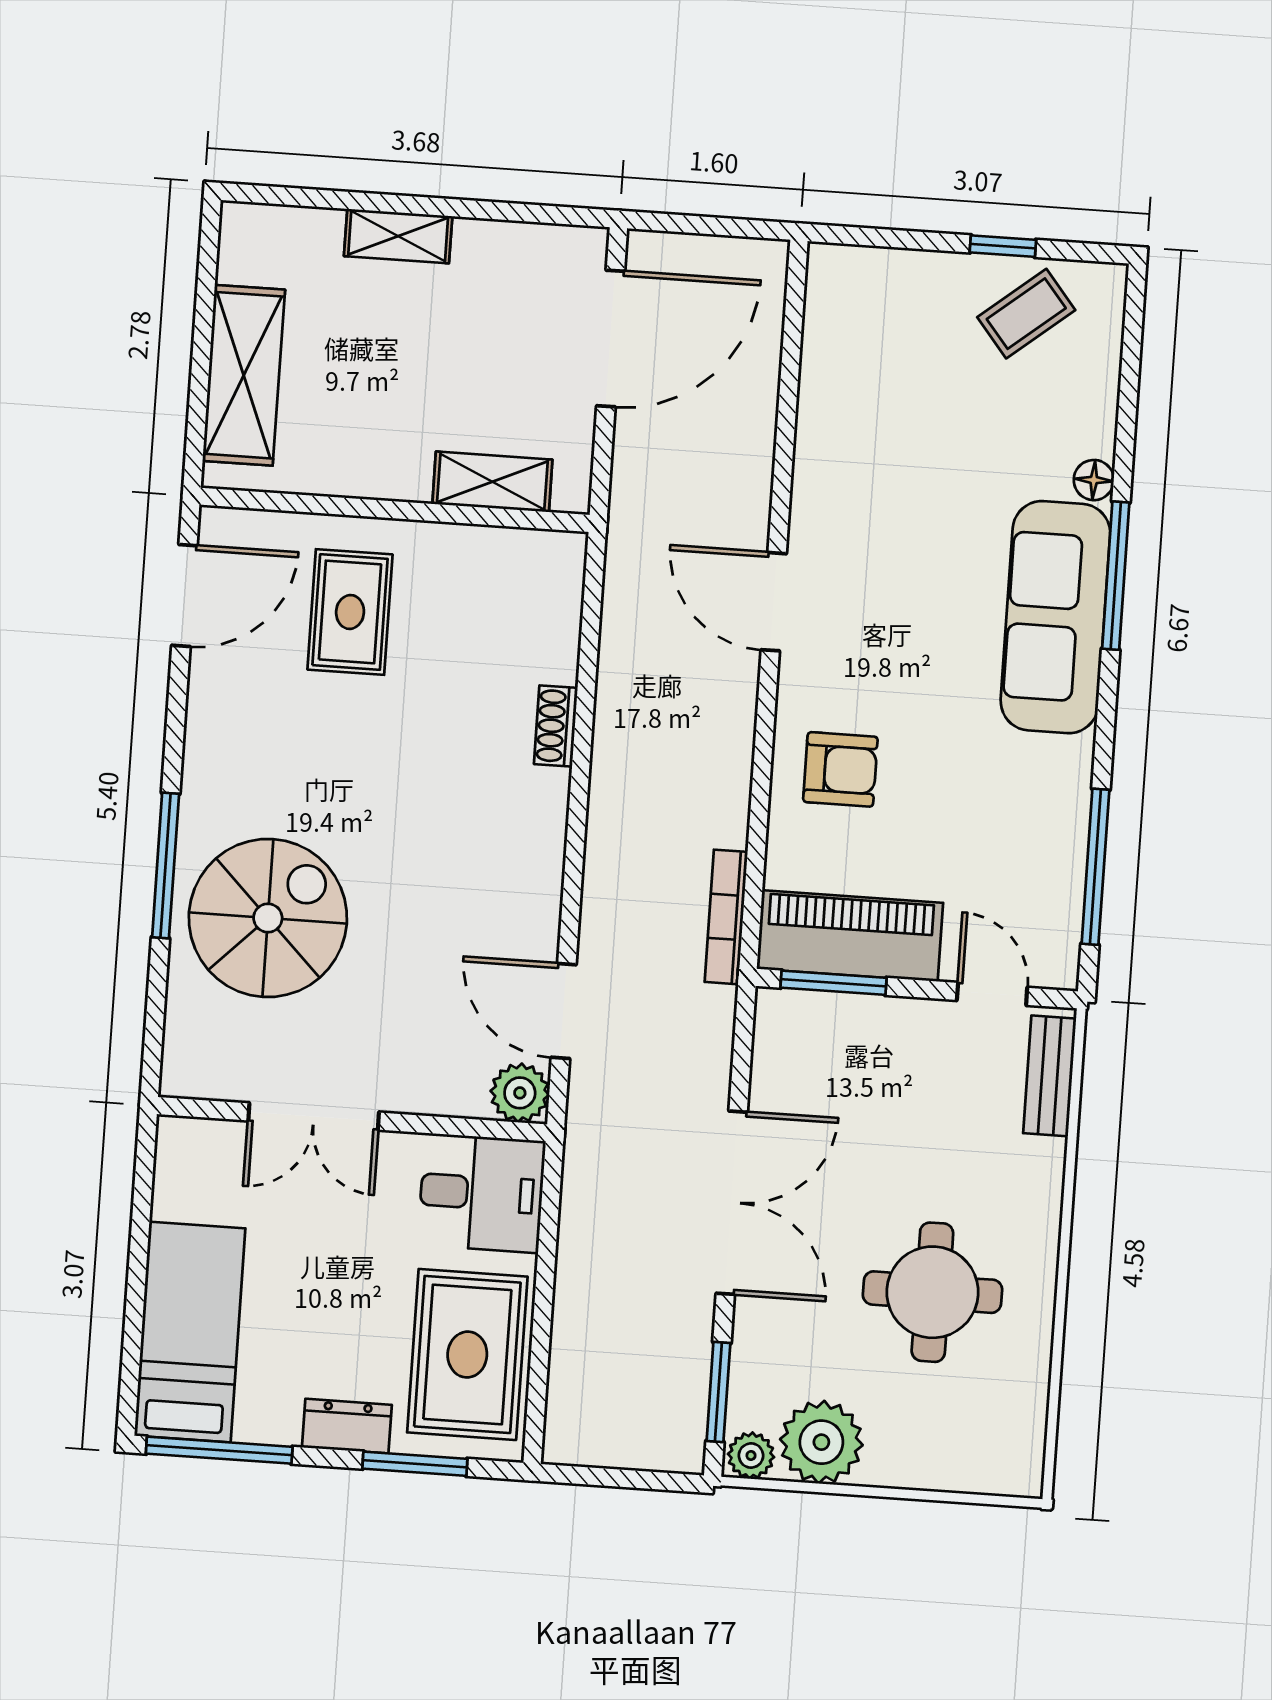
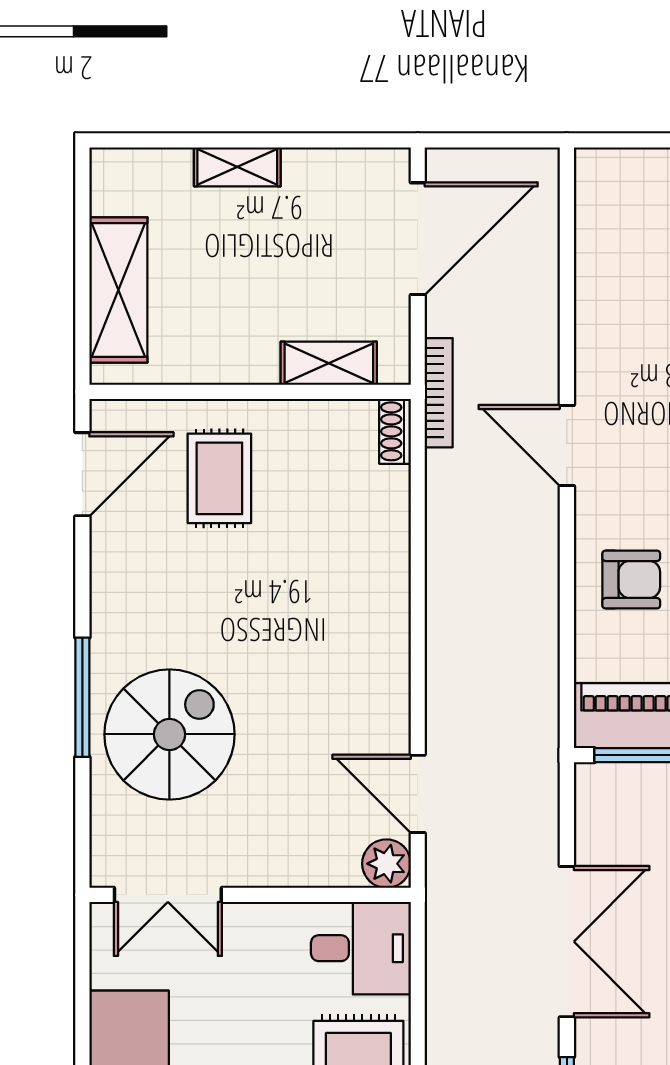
shoe rack: (556, 726) -> (395, 431), moved
bookcase: (726, 917) -> (439, 393), moved, turned 180
double door: (314, 1117) -> (168, 895), moved

